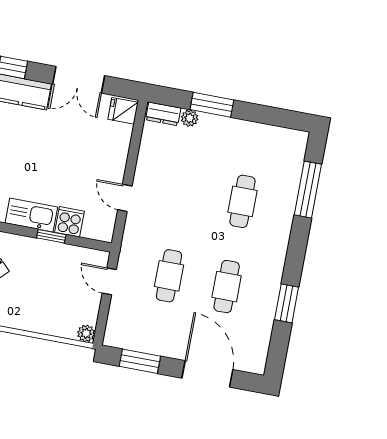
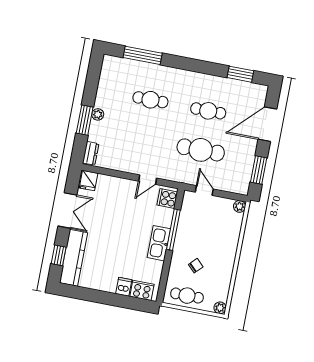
plant: (190, 118) -> (98, 114), moved
cooker: (69, 222) -> (167, 199), moved
window: (51, 236) -> (173, 230), width x2.17
cafe table: (169, 276) -> (201, 150), width x1.37, depth x1.35
door: (109, 281) -> (204, 191), swing flipped
window: (287, 303) -> (240, 74), moved

